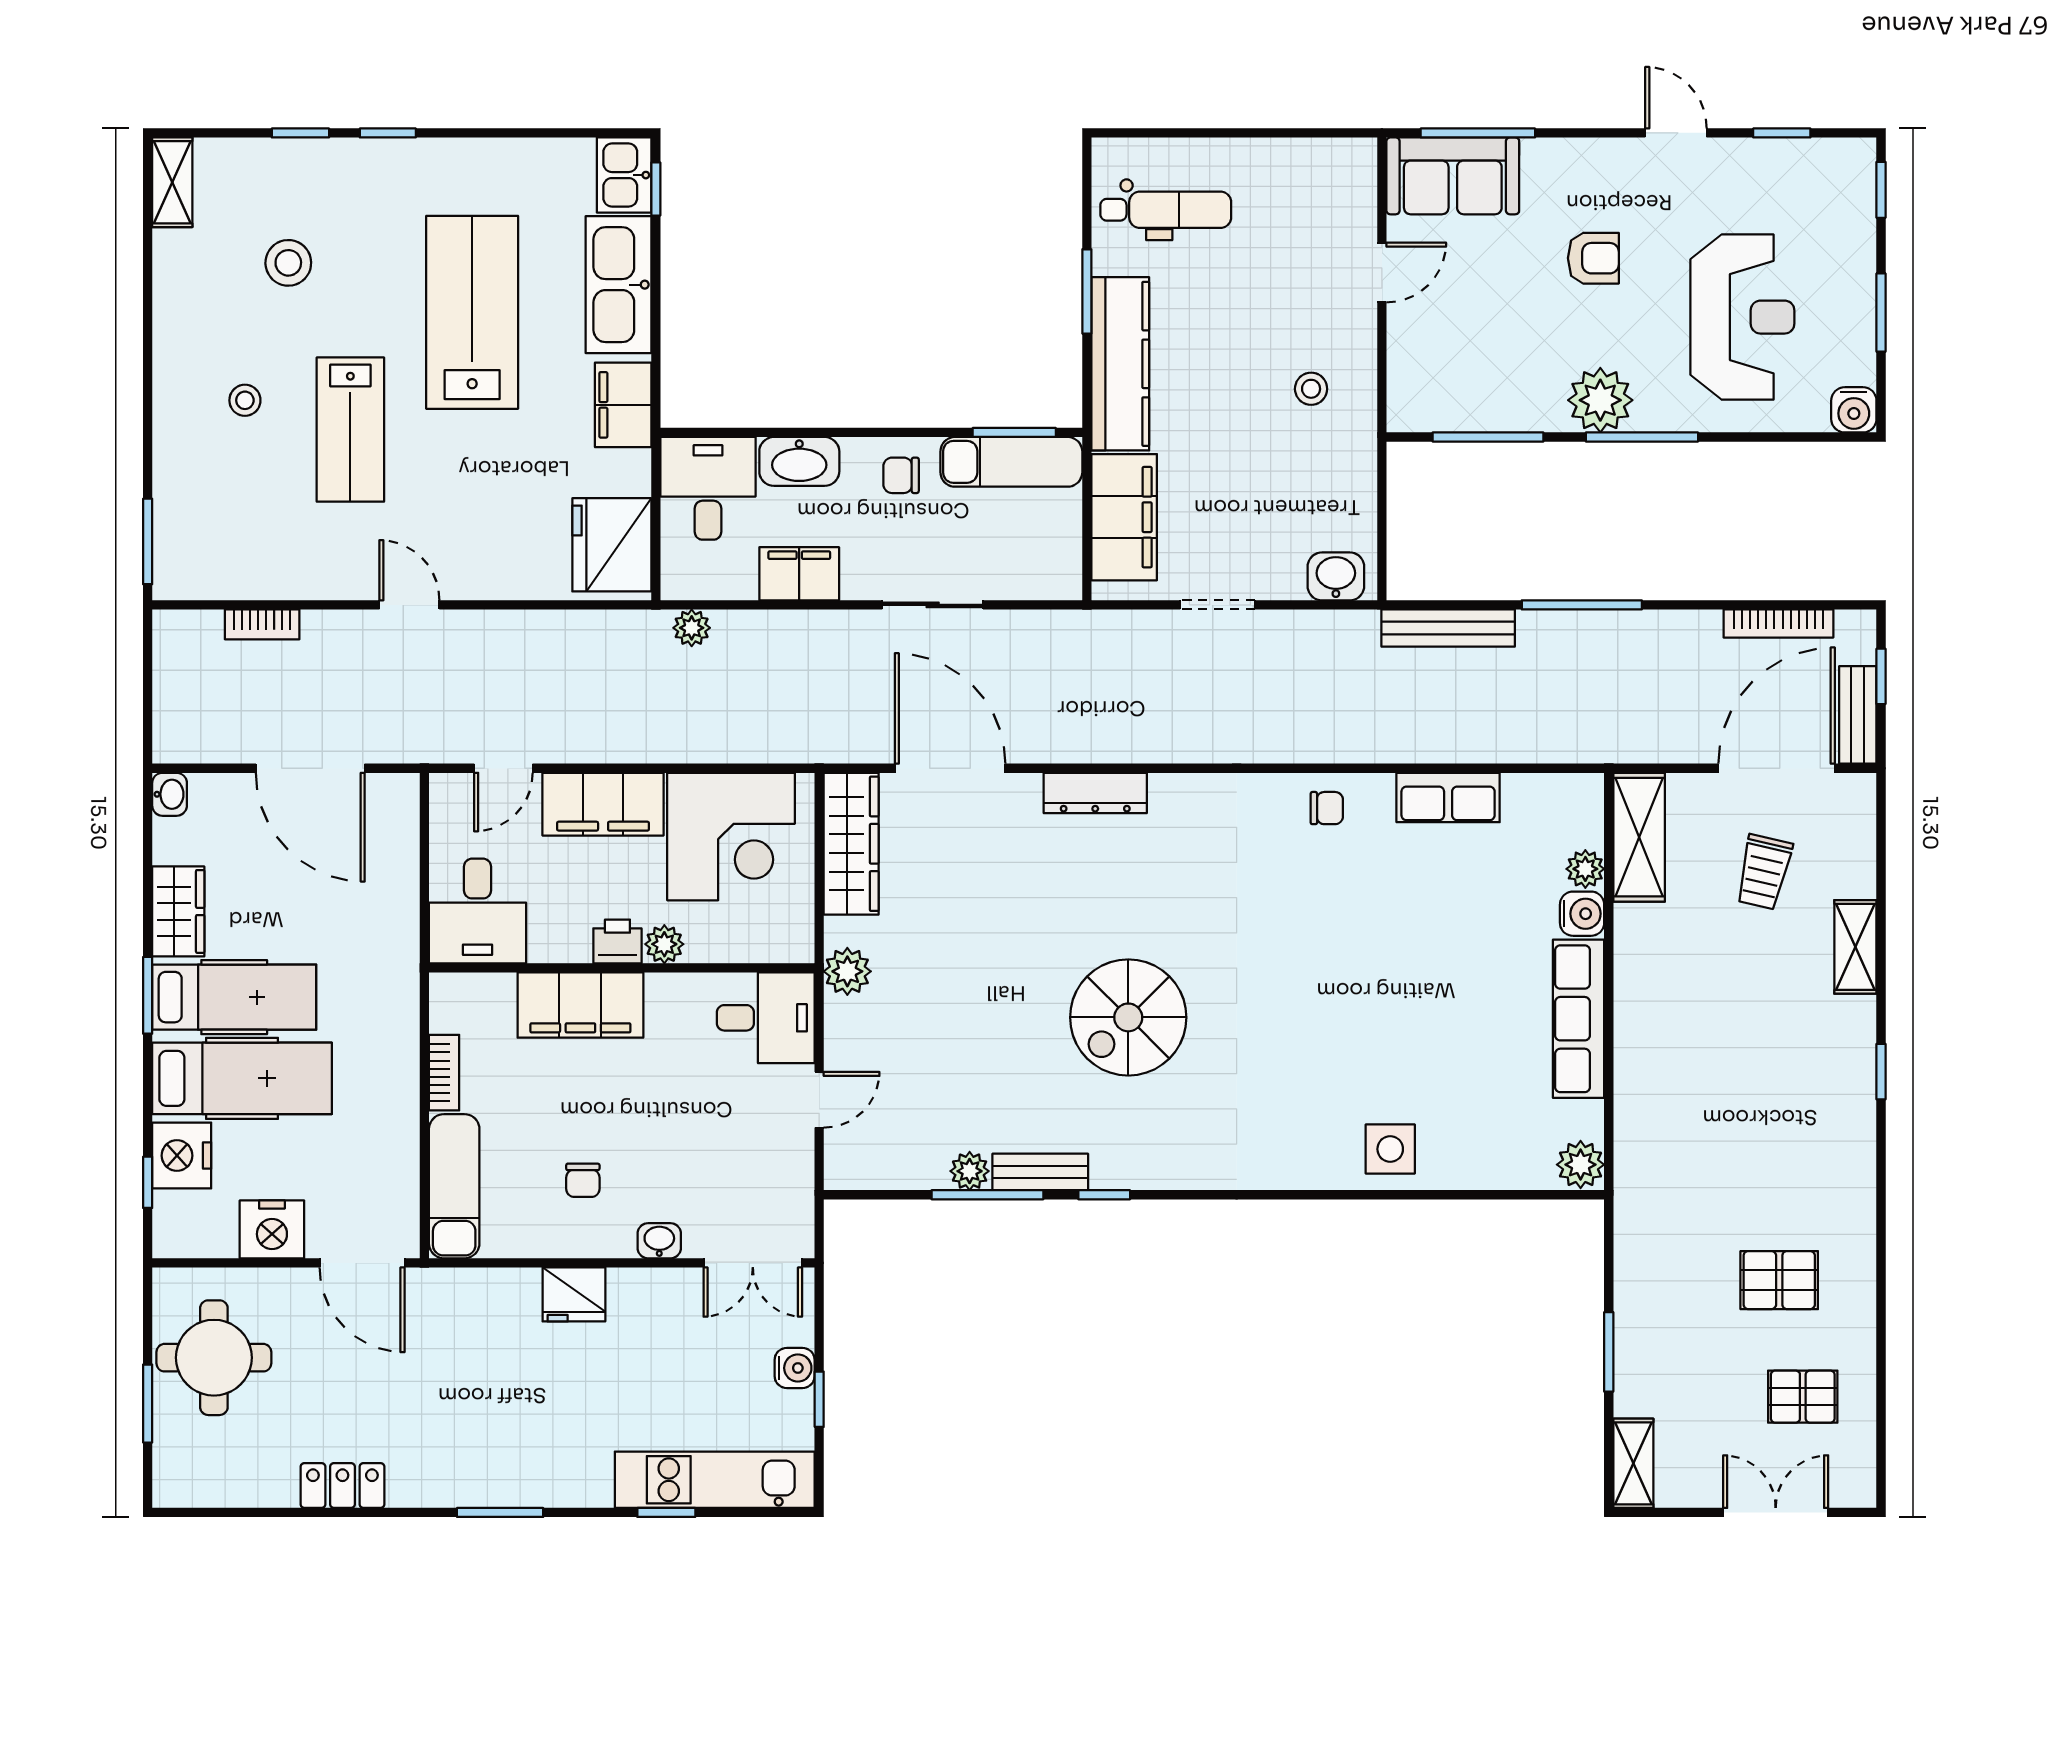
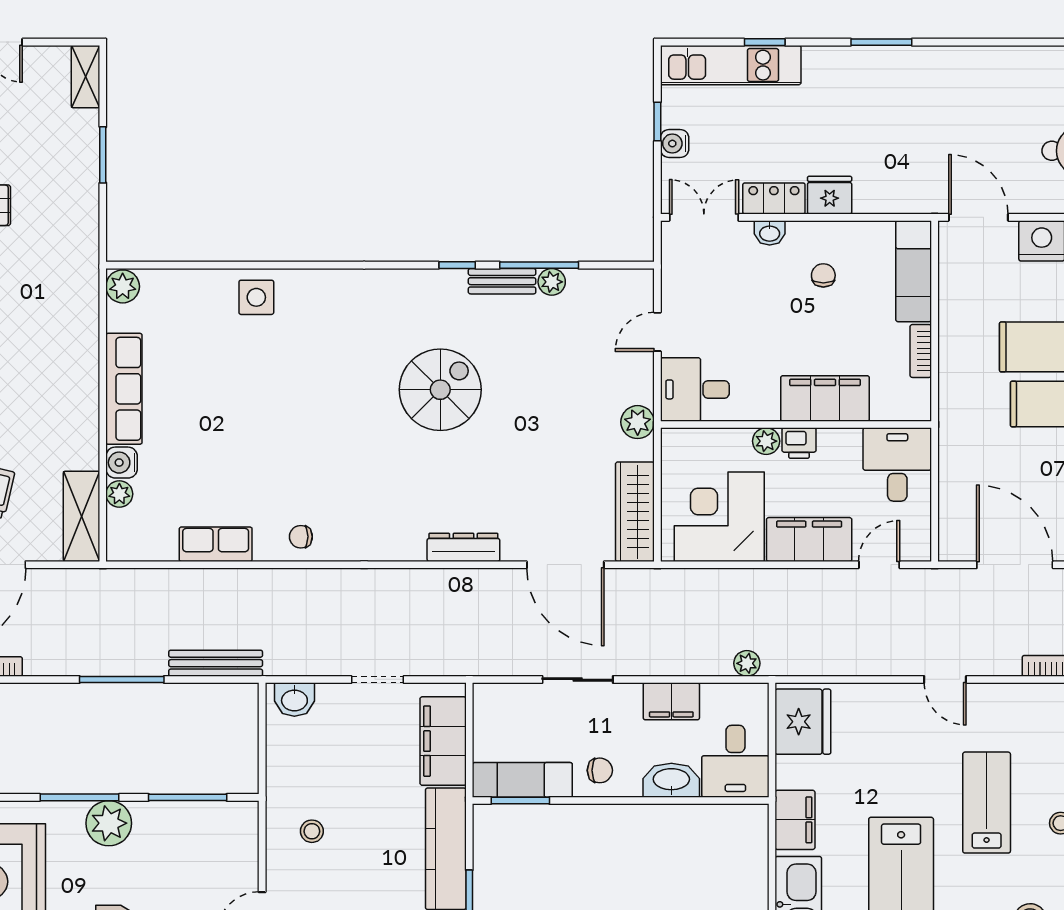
locker: (342, 1486) -> (774, 198), moved, turned 180

